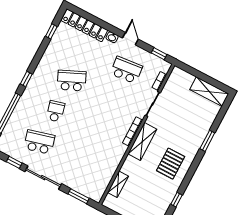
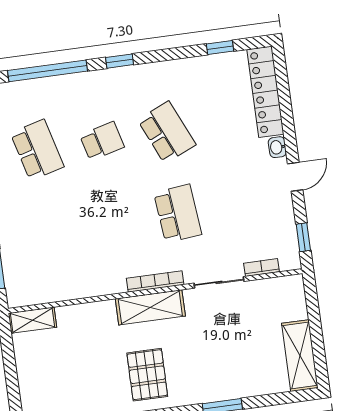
school desk: (126, 70) -> (178, 214), moved
pallet: (171, 164) -> (147, 375), turned 90
shelving: (118, 184) -> (33, 320), moved

